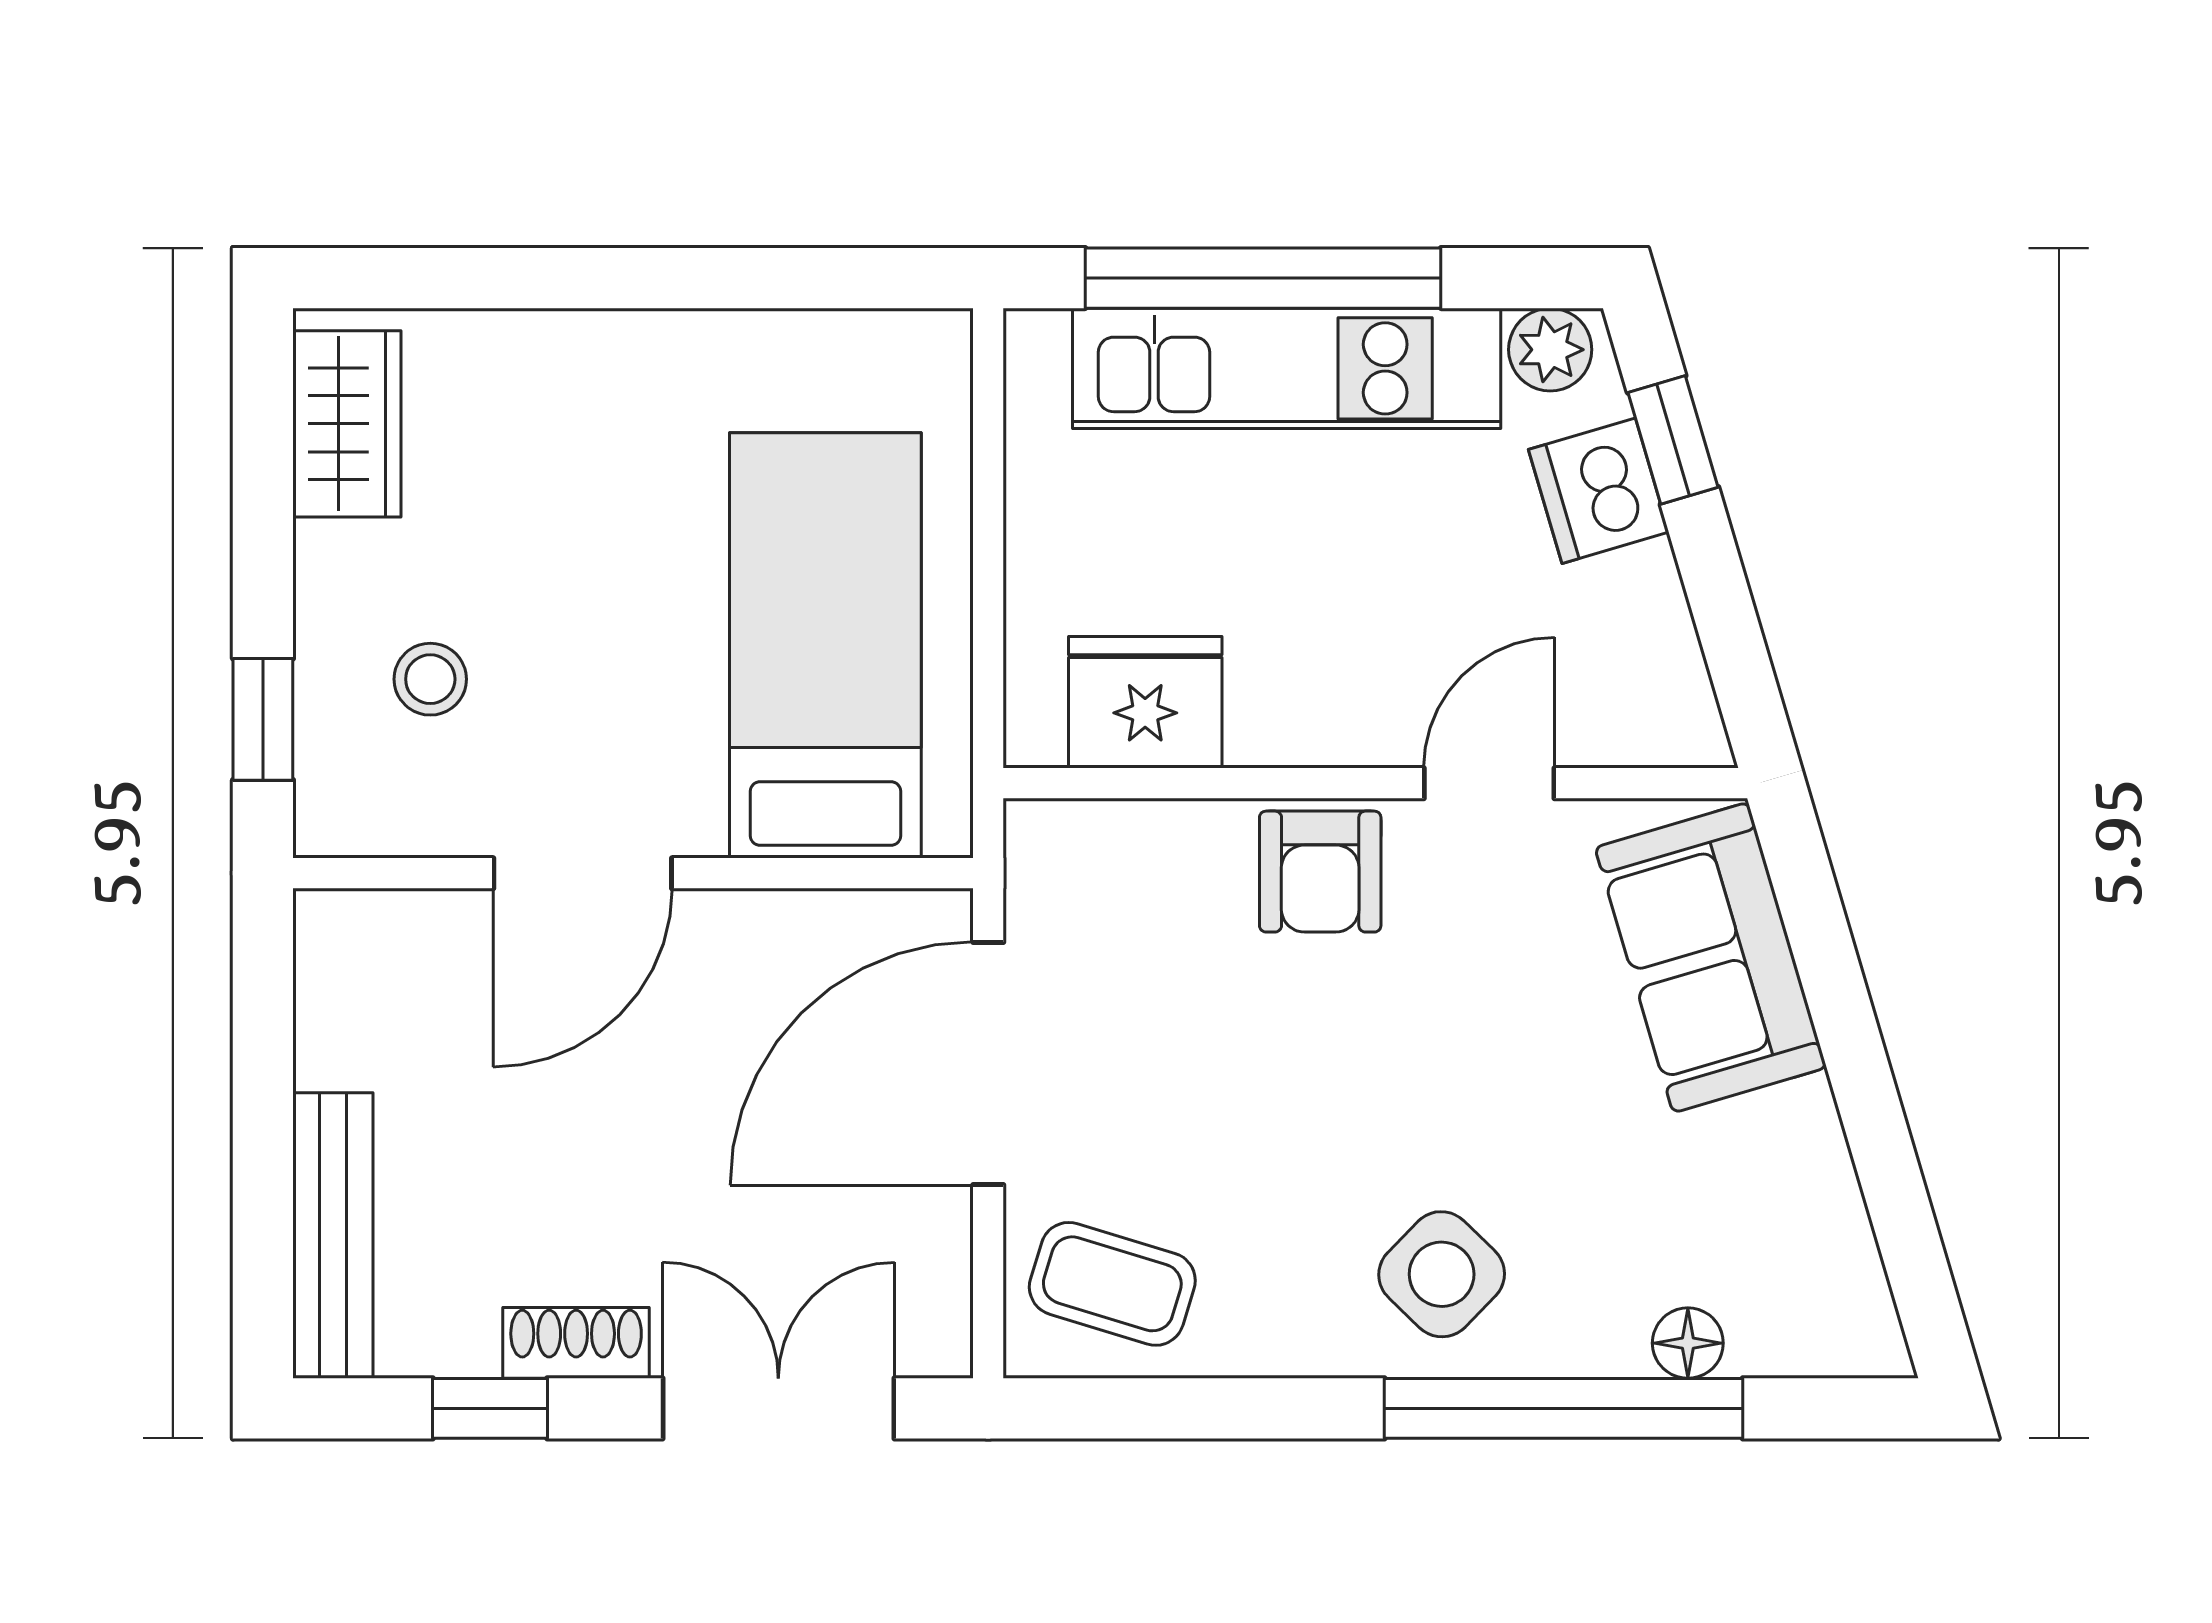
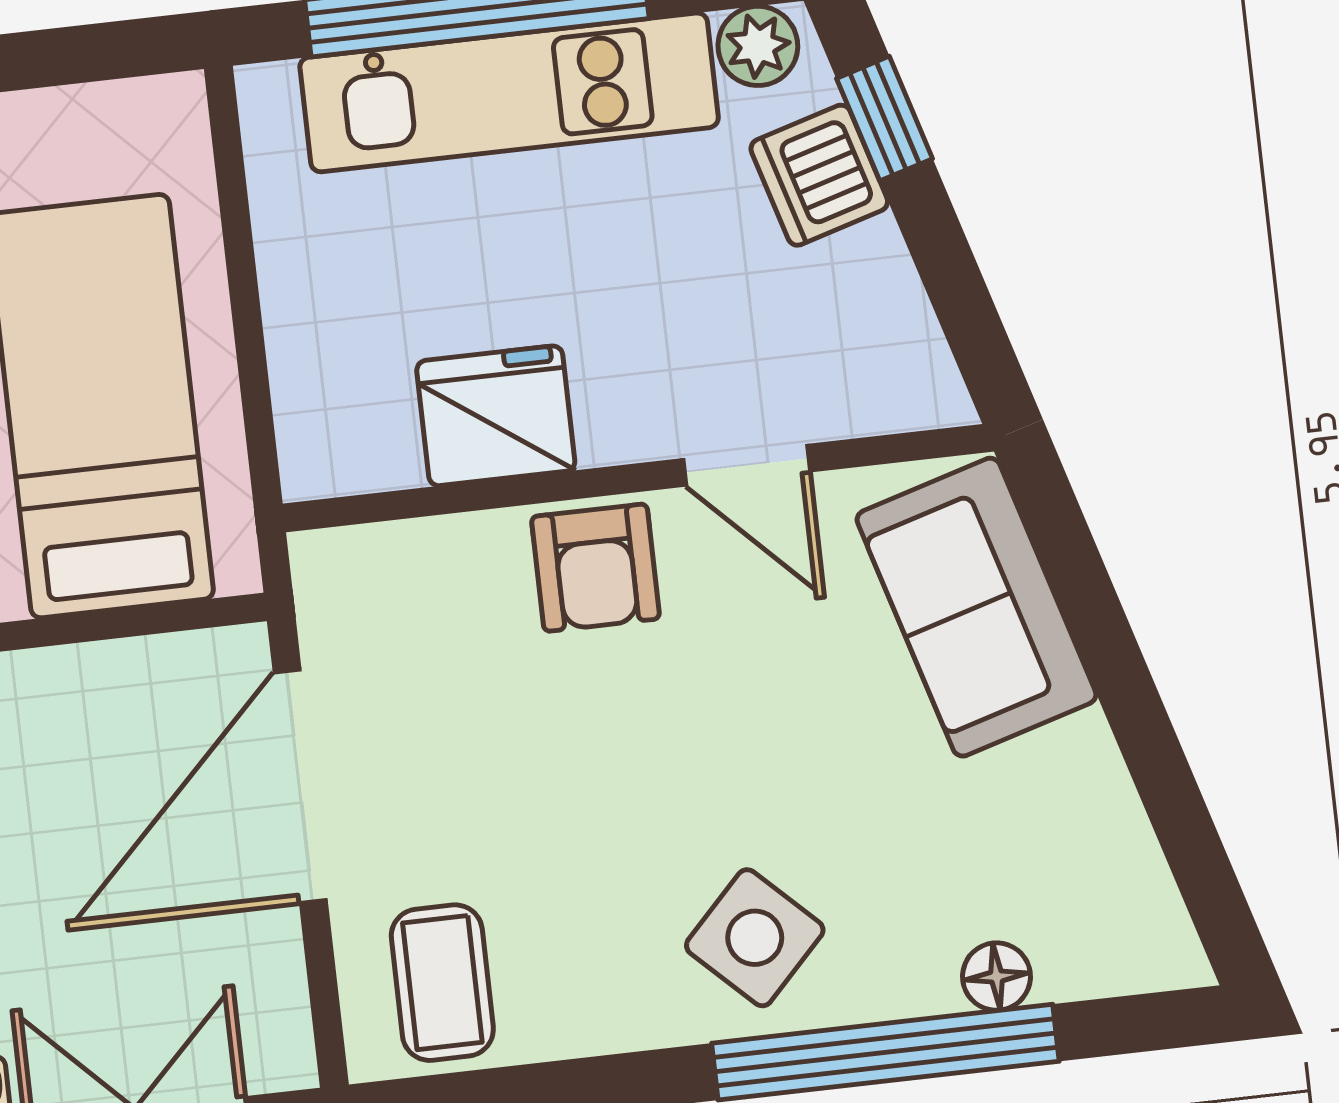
fridge: (1145, 702) -> (496, 416), moved
door: (1489, 783) -> (747, 465), swing flipped
coffee table: (1112, 1284) -> (442, 983), turned 73

